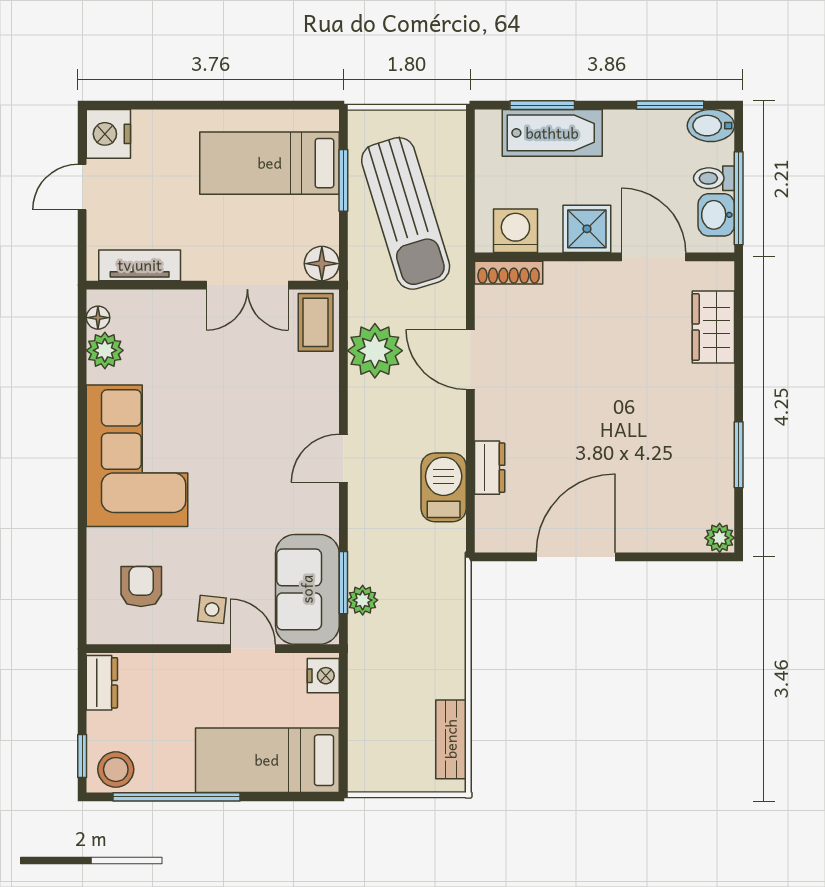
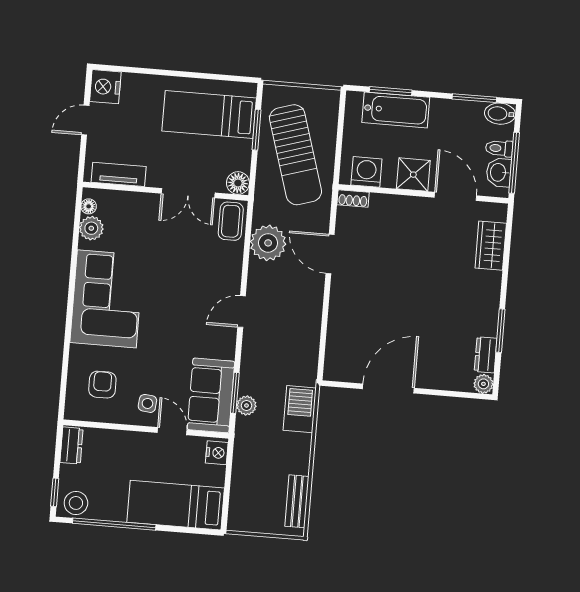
shoe rack: (509, 273) -> (353, 198), width x0.70
dresser: (490, 468) -> (486, 355), moved, turned 180
barbecue: (444, 487) -> (300, 409), moved

